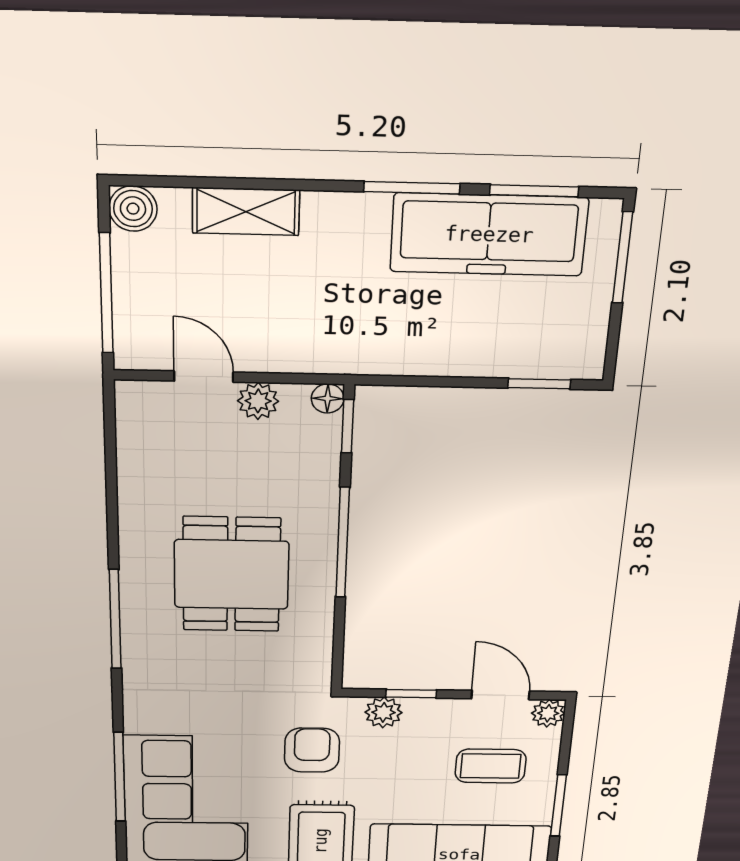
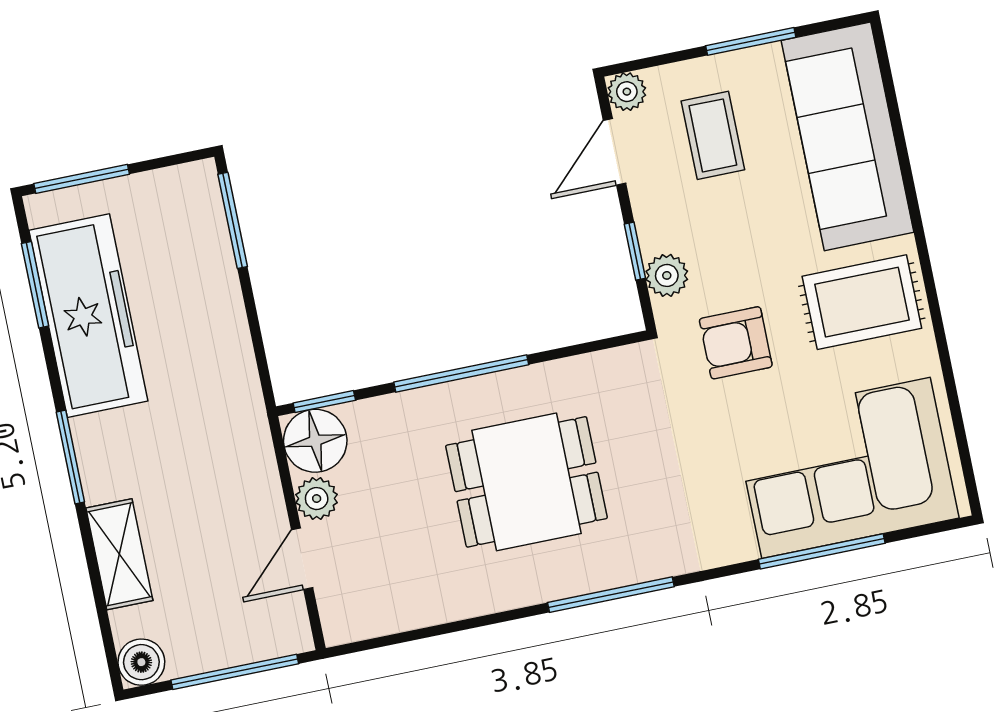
window: (412, 188) -> (70, 457), moved
window: (539, 384) -> (233, 220), width x1.50
floor lamp: (328, 398) -> (315, 441), width x1.89, depth x1.89

